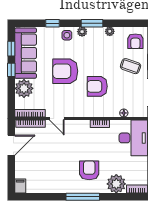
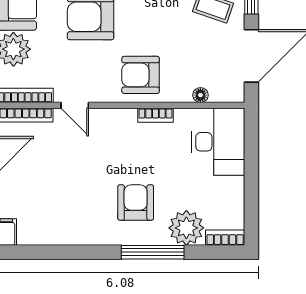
armchair: (97, 86) -> (141, 75), moved
window: (83, 197) -> (153, 252), moved

